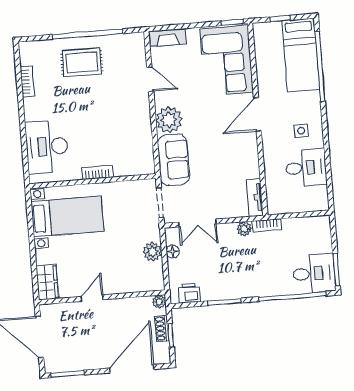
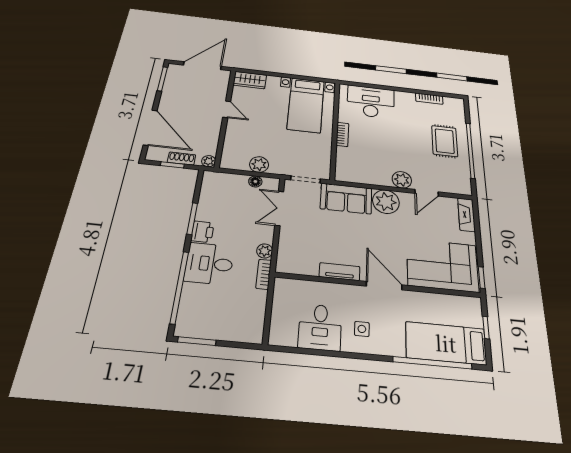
plant: (140, 106) -> (402, 180), added
tv unit: (255, 198) -> (340, 272), moved
desk: (314, 273) -> (209, 264), moved, turned 90
printer: (189, 293) -> (202, 232), moved

